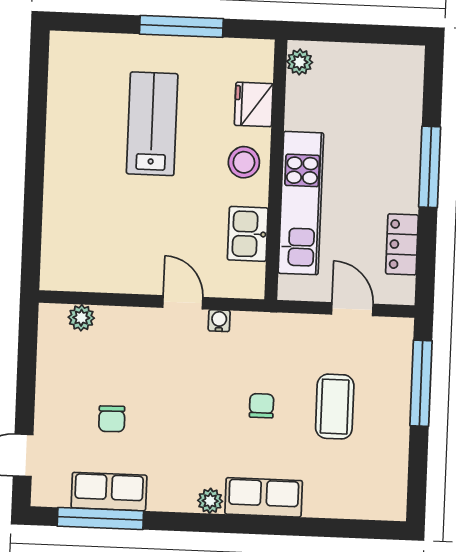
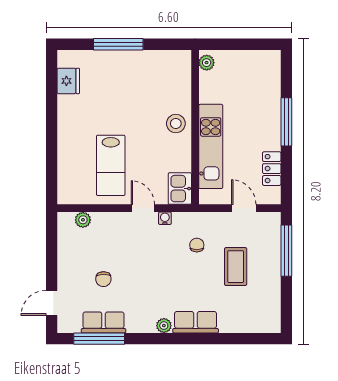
window: (181, 26) -> (118, 44), moved
fridge: (254, 104) -> (68, 81), moved, turned 180
lab bench: (152, 124) -> (111, 165), moved, turned 180
kitchen sink: (248, 234) -> (180, 189), moved
chair: (262, 406) -> (197, 245), moved

